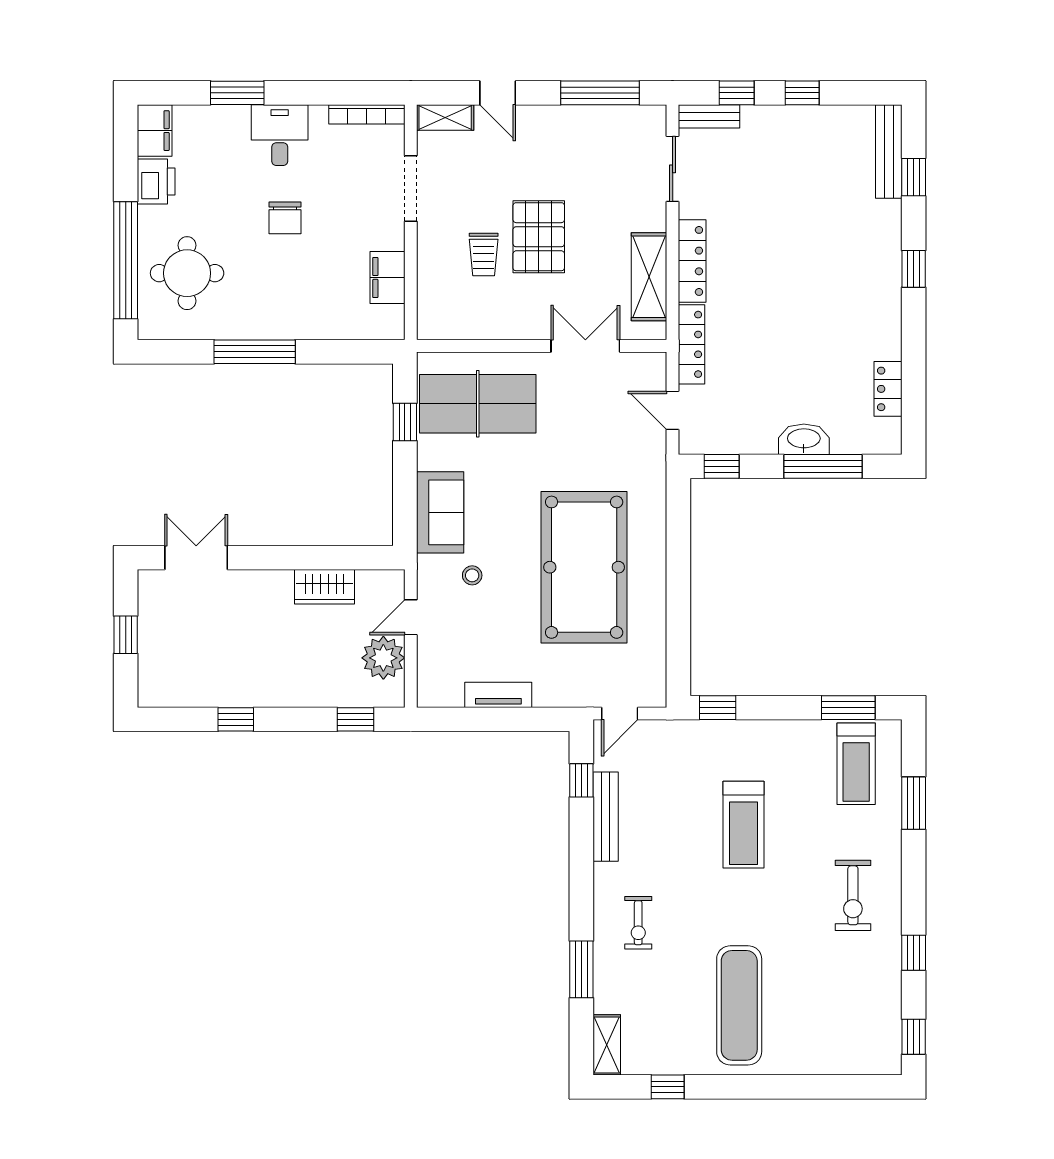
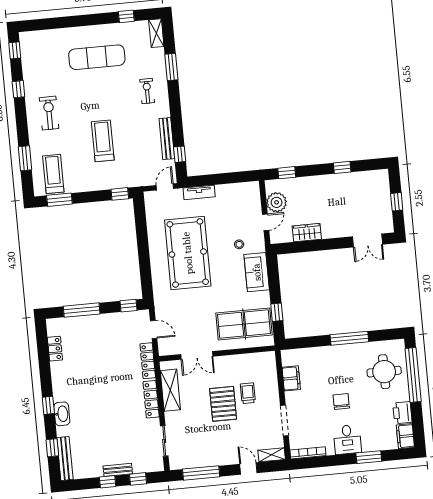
bench: (709, 116) -> (118, 470), moved
washbasin: (804, 439) -> (62, 414), moved, turned -90
tv unit: (498, 695) -> (199, 192), moved
exercise mat: (739, 1005) -> (97, 57), turned 90

